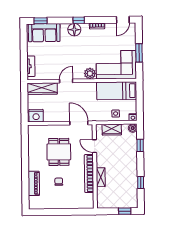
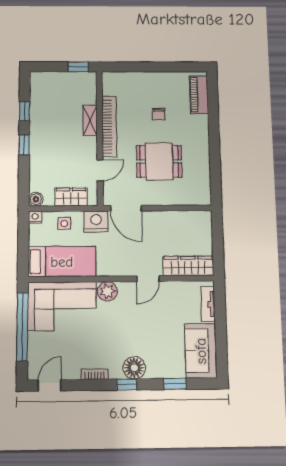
window: (40, 21) -> (175, 384), moved
sofa: (44, 33) -> (201, 351), moved, turned -90
window: (139, 53) -> (22, 327), width x2.11
nightstand: (36, 116) -> (96, 221), moved
window: (140, 145) -> (24, 145), moved
door: (95, 146) -> (100, 170), hinge flipped
dining table: (59, 152) -> (159, 161), turned 90
piano: (34, 183) -> (199, 95), moved
window: (125, 211) -> (78, 67), moved

